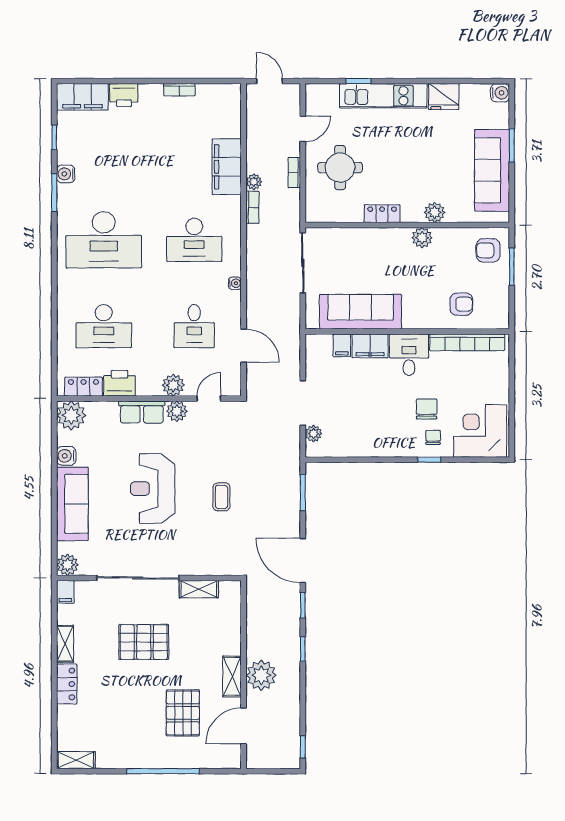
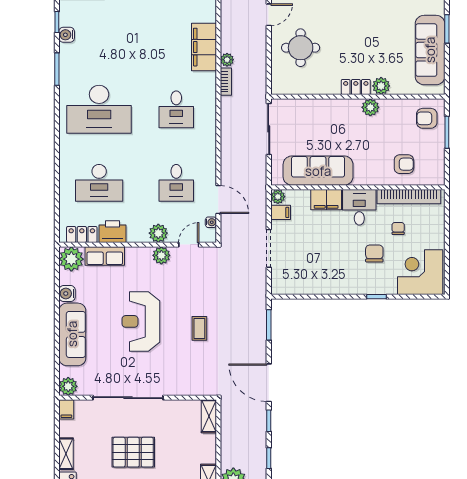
bookcase: (294, 173) -> (262, 52), removed
water cooler: (66, 174) -> (67, 35), moved
locker: (382, 214) -> (356, 87), moved
desk: (194, 240) -> (176, 109), width x0.73
water cooler: (235, 283) -> (211, 222), moved
filing cabinet: (342, 345) -> (281, 212), moved, turned -90
row of seats: (142, 412) -> (105, 256), moved
plant: (313, 434) -> (278, 197), moved
chair: (433, 437) -> (398, 228), moved
shelving: (199, 589) -> (209, 416), moved, turned 90

